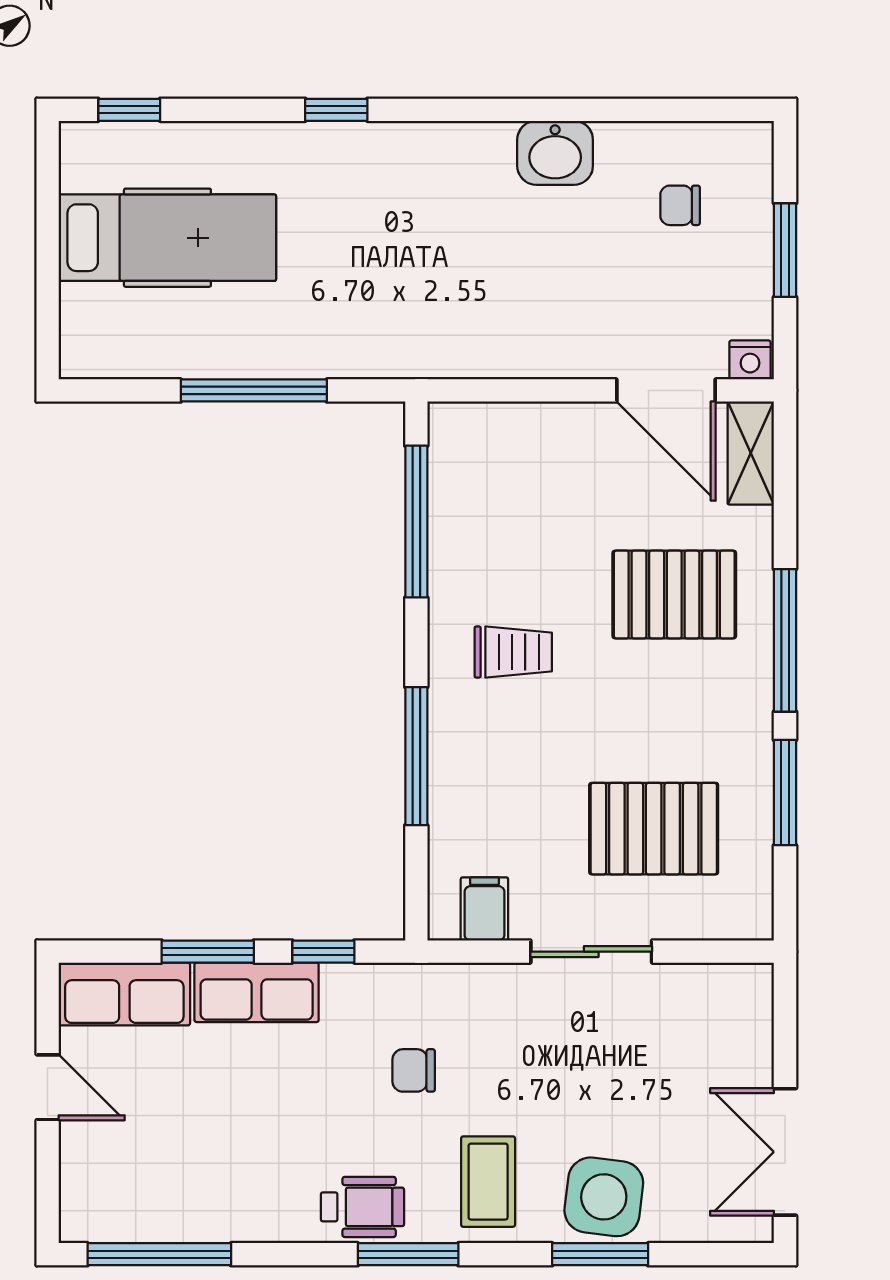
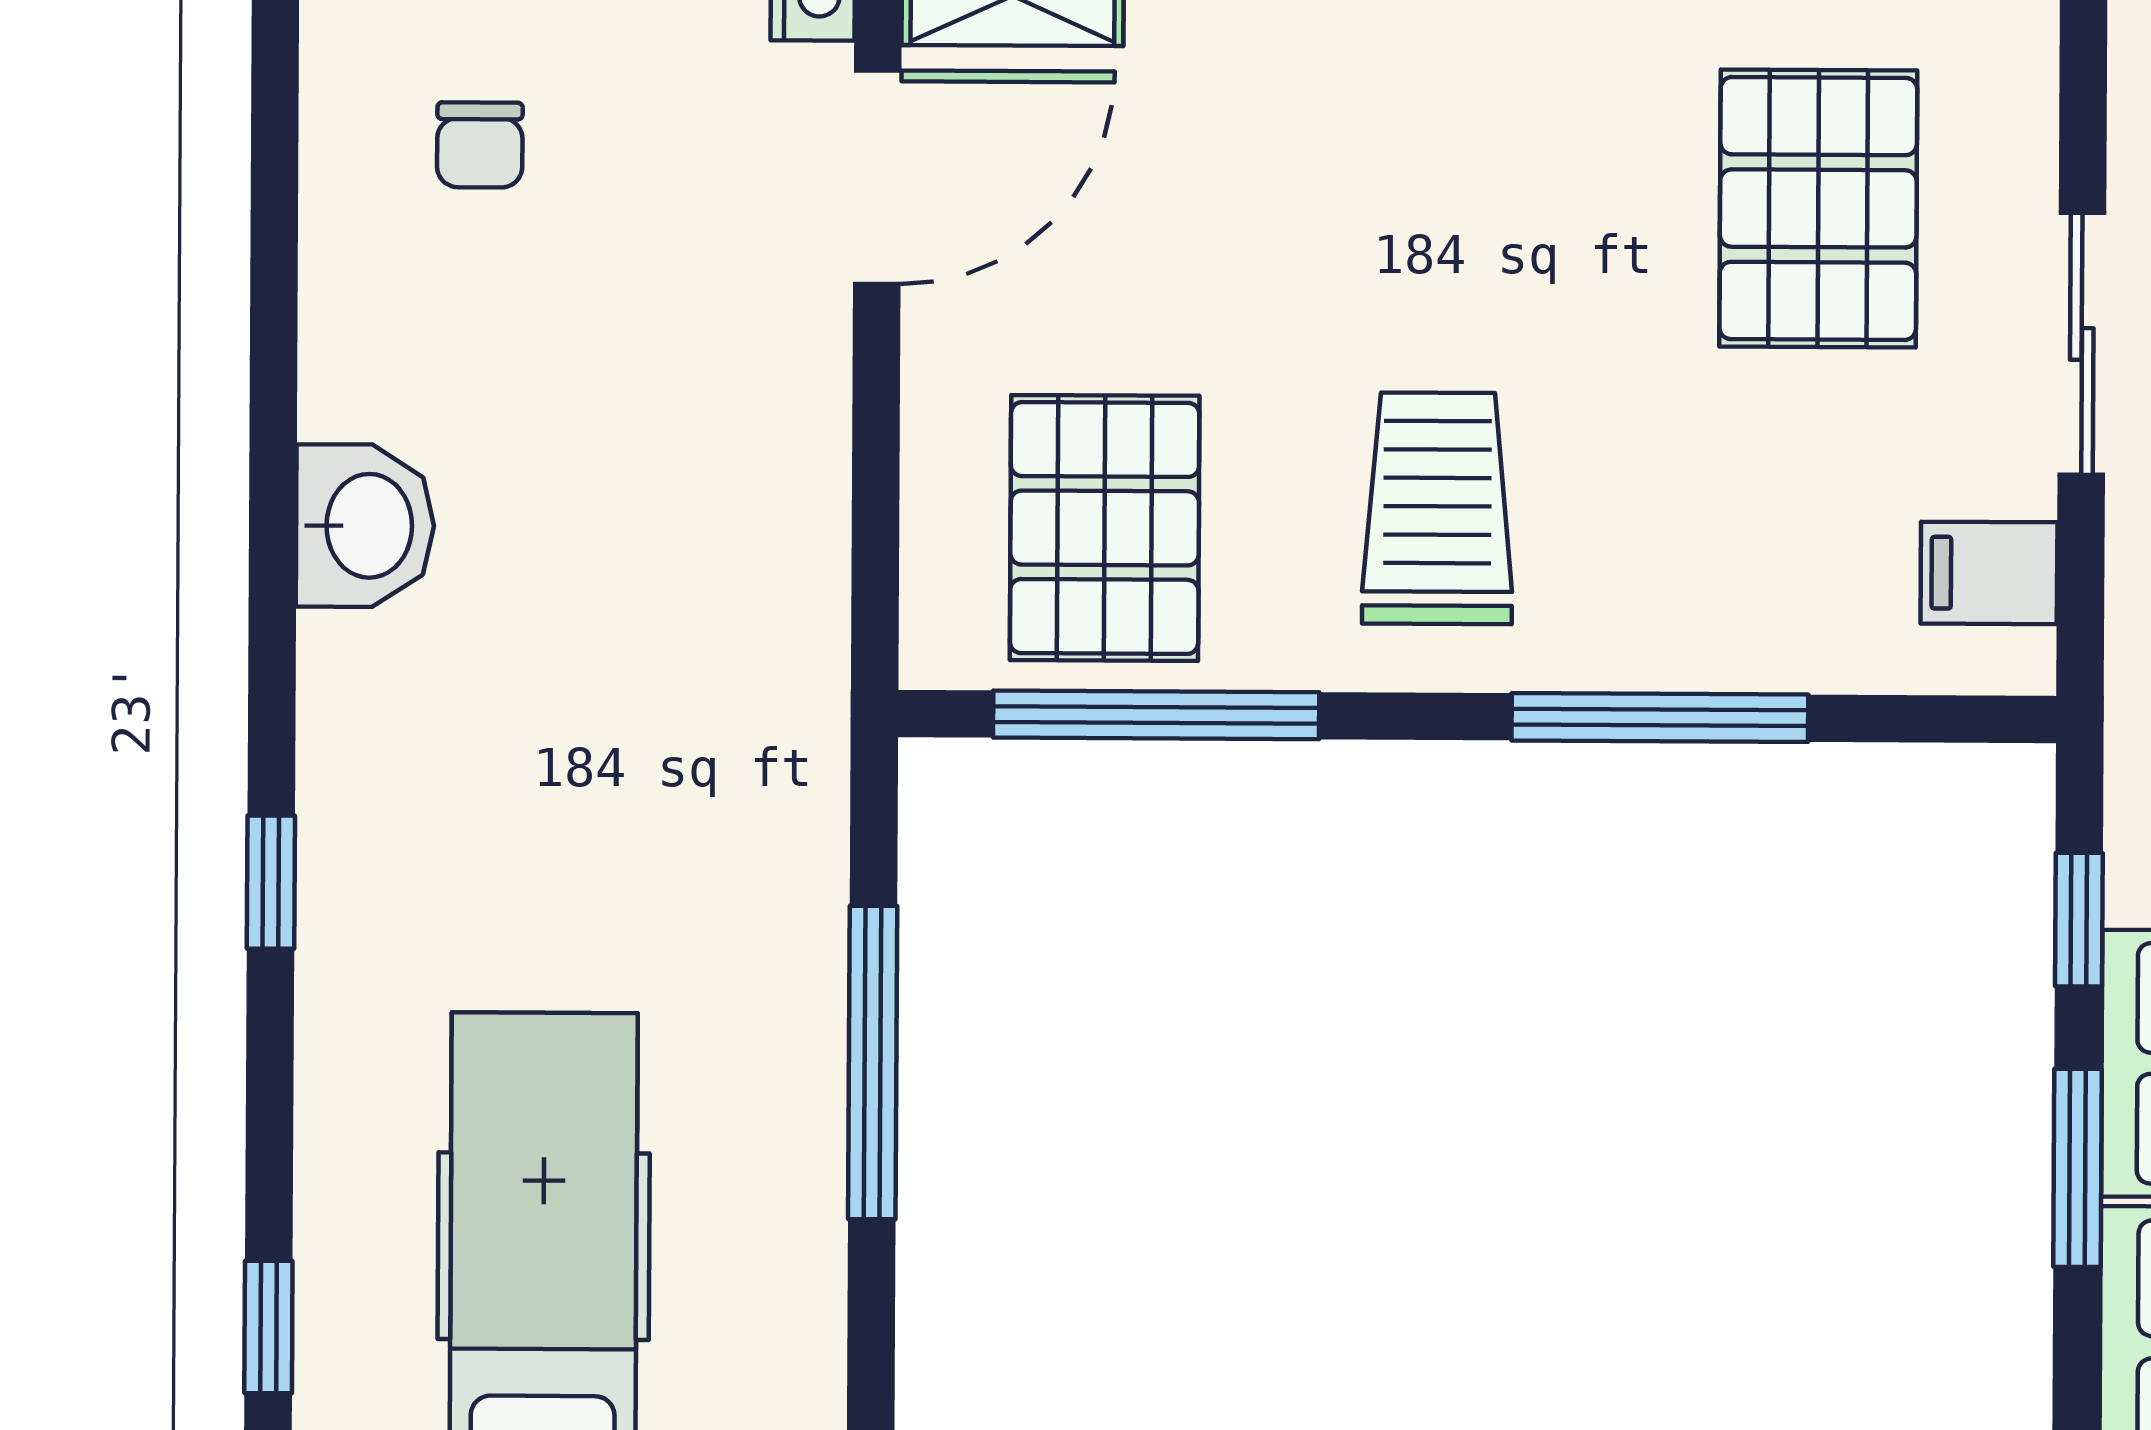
washbasin: (555, 153) -> (365, 526), moved
pallet: (674, 595) -> (1105, 528), moved
trolley: (513, 652) -> (1437, 508), width x1.36, depth x1.39

